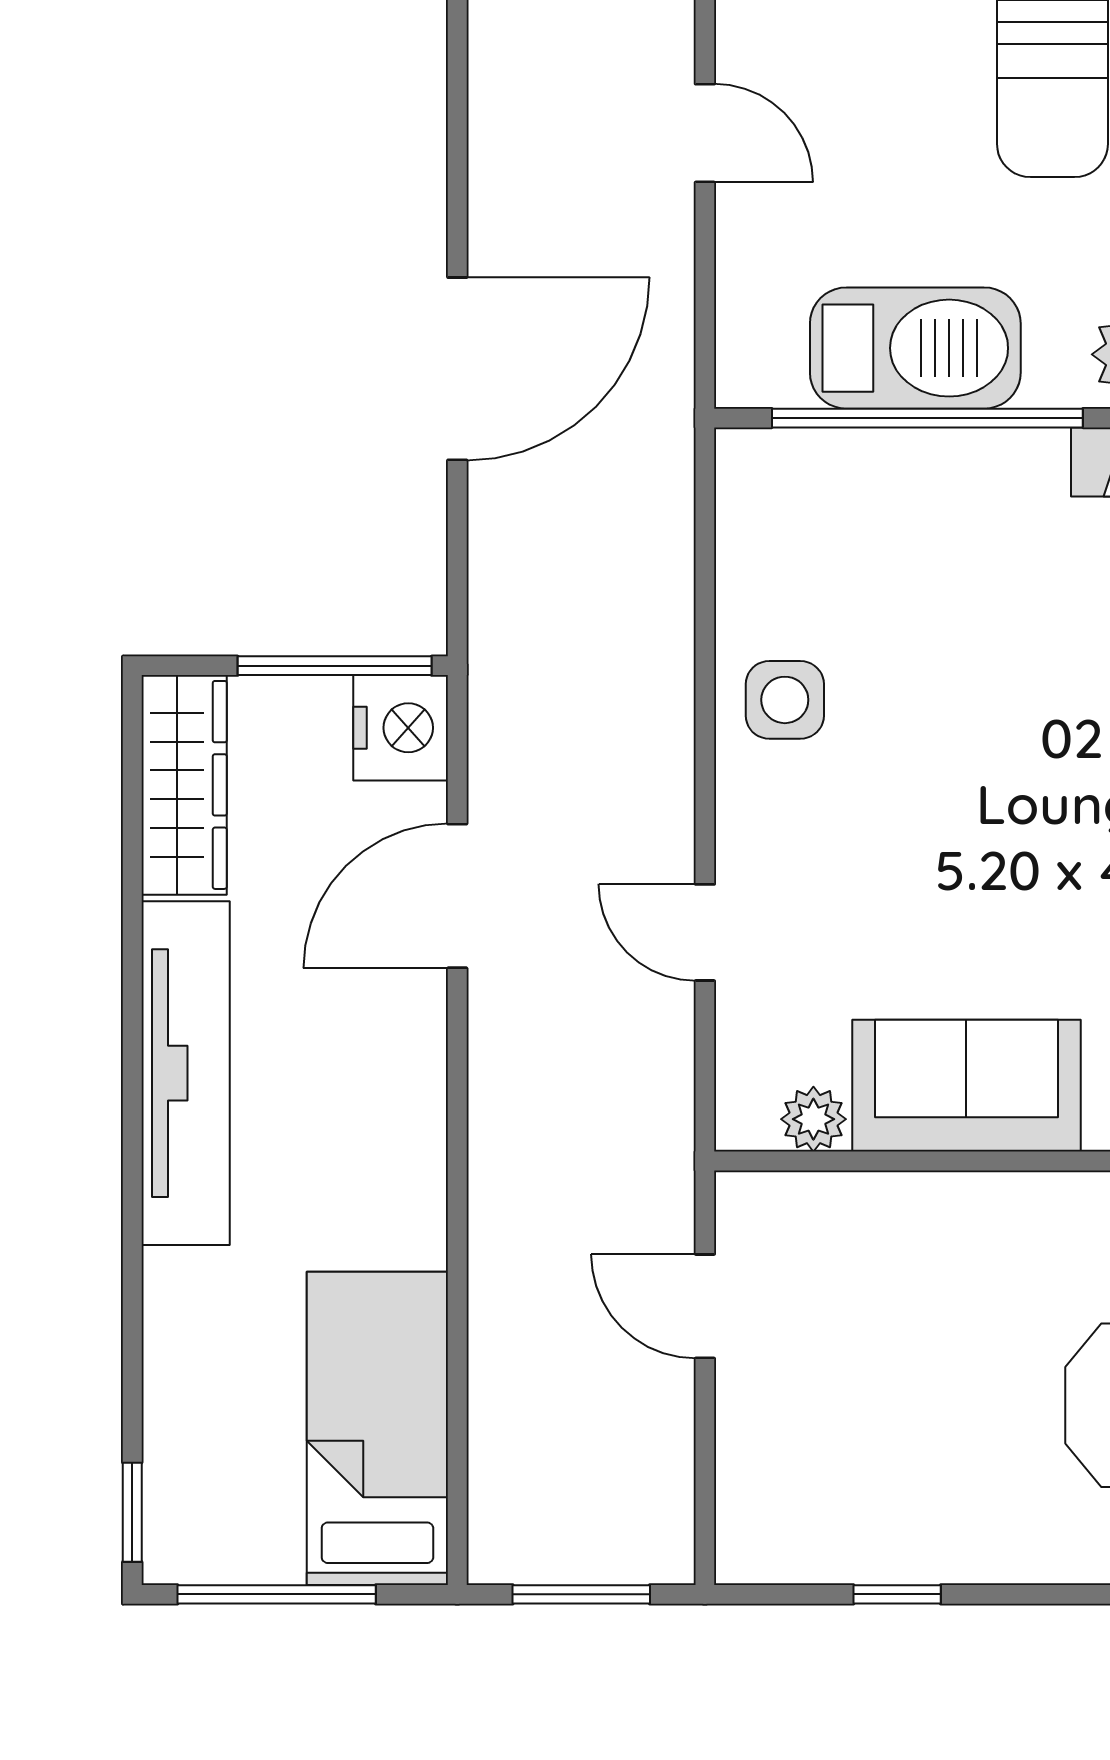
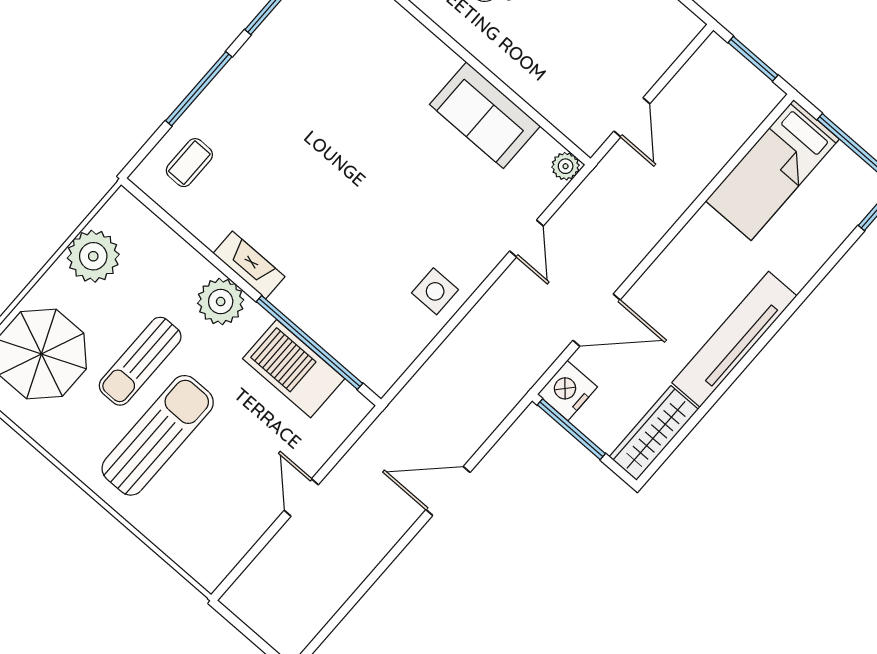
door: (457, 369) -> (448, 491), width x0.73
plant: (813, 1119) -> (566, 166), moved

